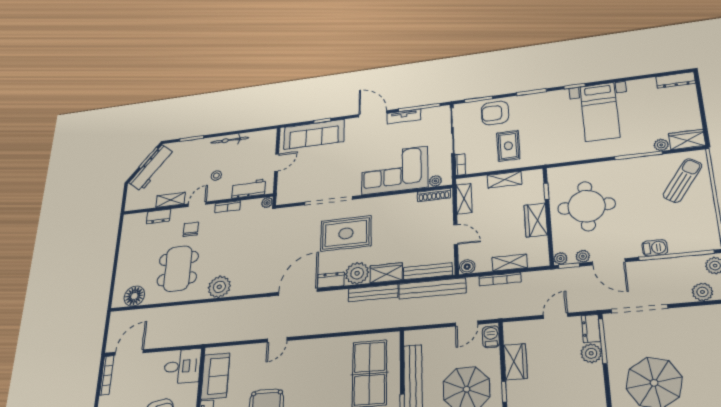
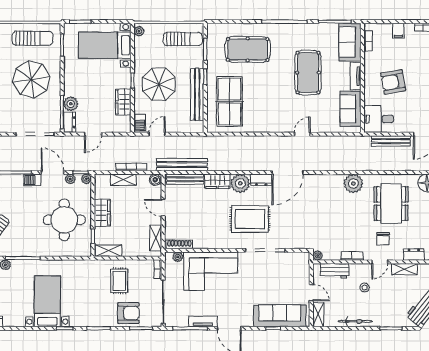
shelving: (270, 141) -> (318, 315), added
door: (277, 163) -> (311, 293), swing flipped
shelving: (504, 180) -> (109, 251), moved
barbecue: (655, 248) -> (32, 180), moved
bench: (373, 293) -> (391, 141), moved

